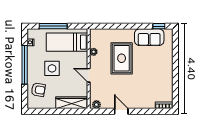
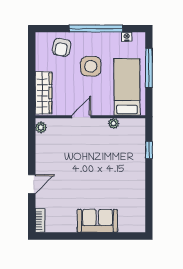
window: (159, 26) -> (149, 150), moved
sofa: (149, 37) -> (97, 221), moved, turned 90
rug: (122, 58) -> (105, 162), removed
door: (121, 111) -> (32, 184), moved

